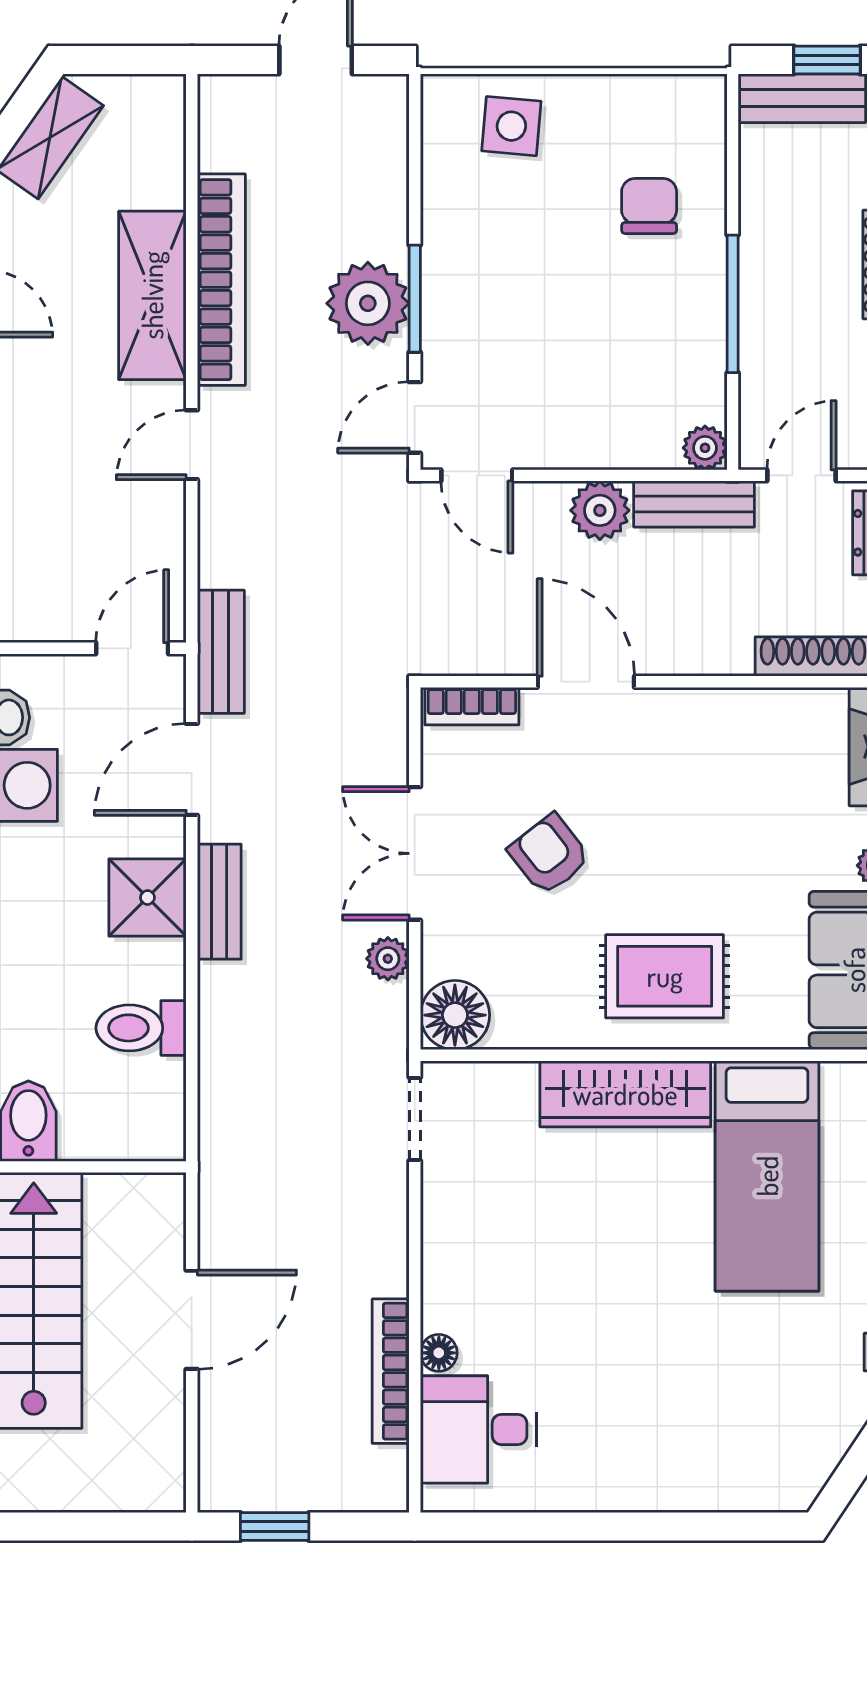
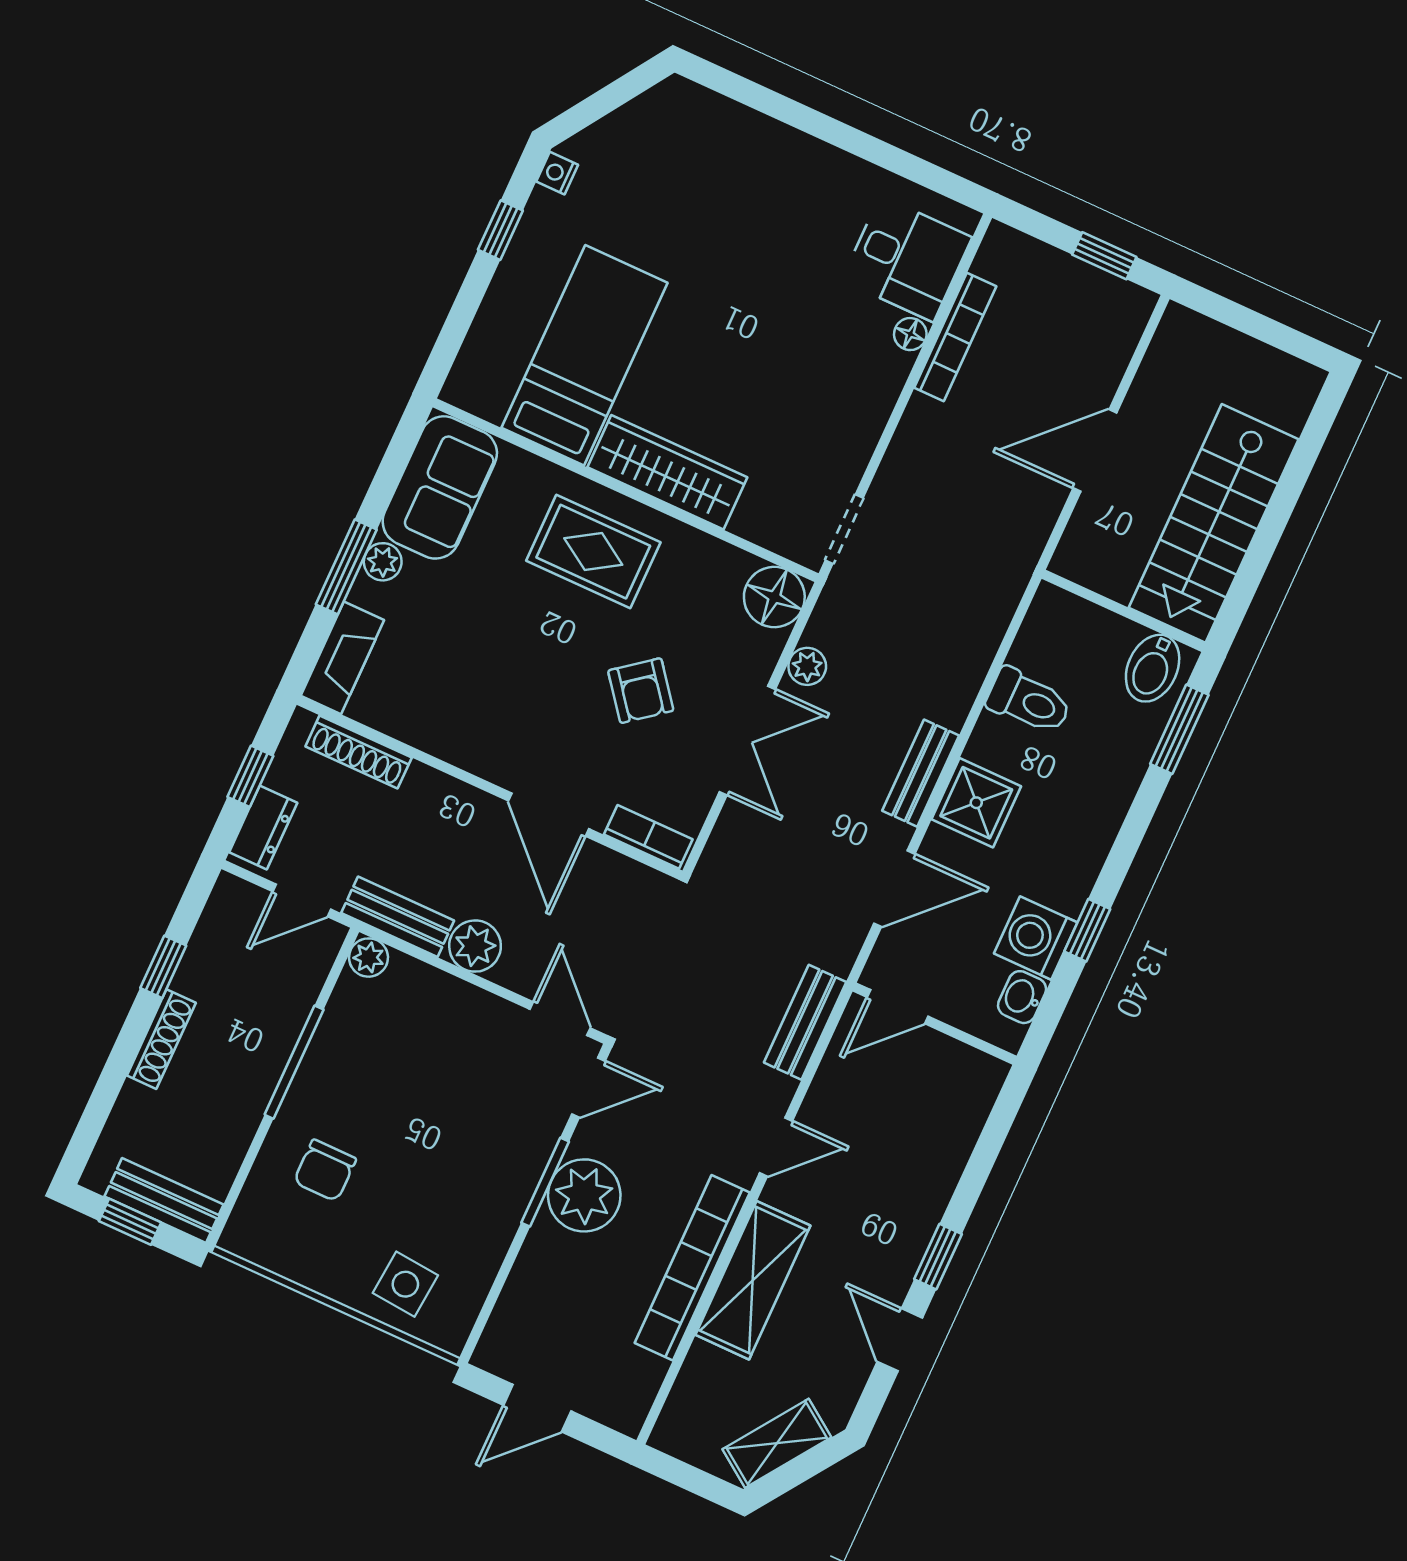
bench: (221, 652) -> (805, 1022), moved

